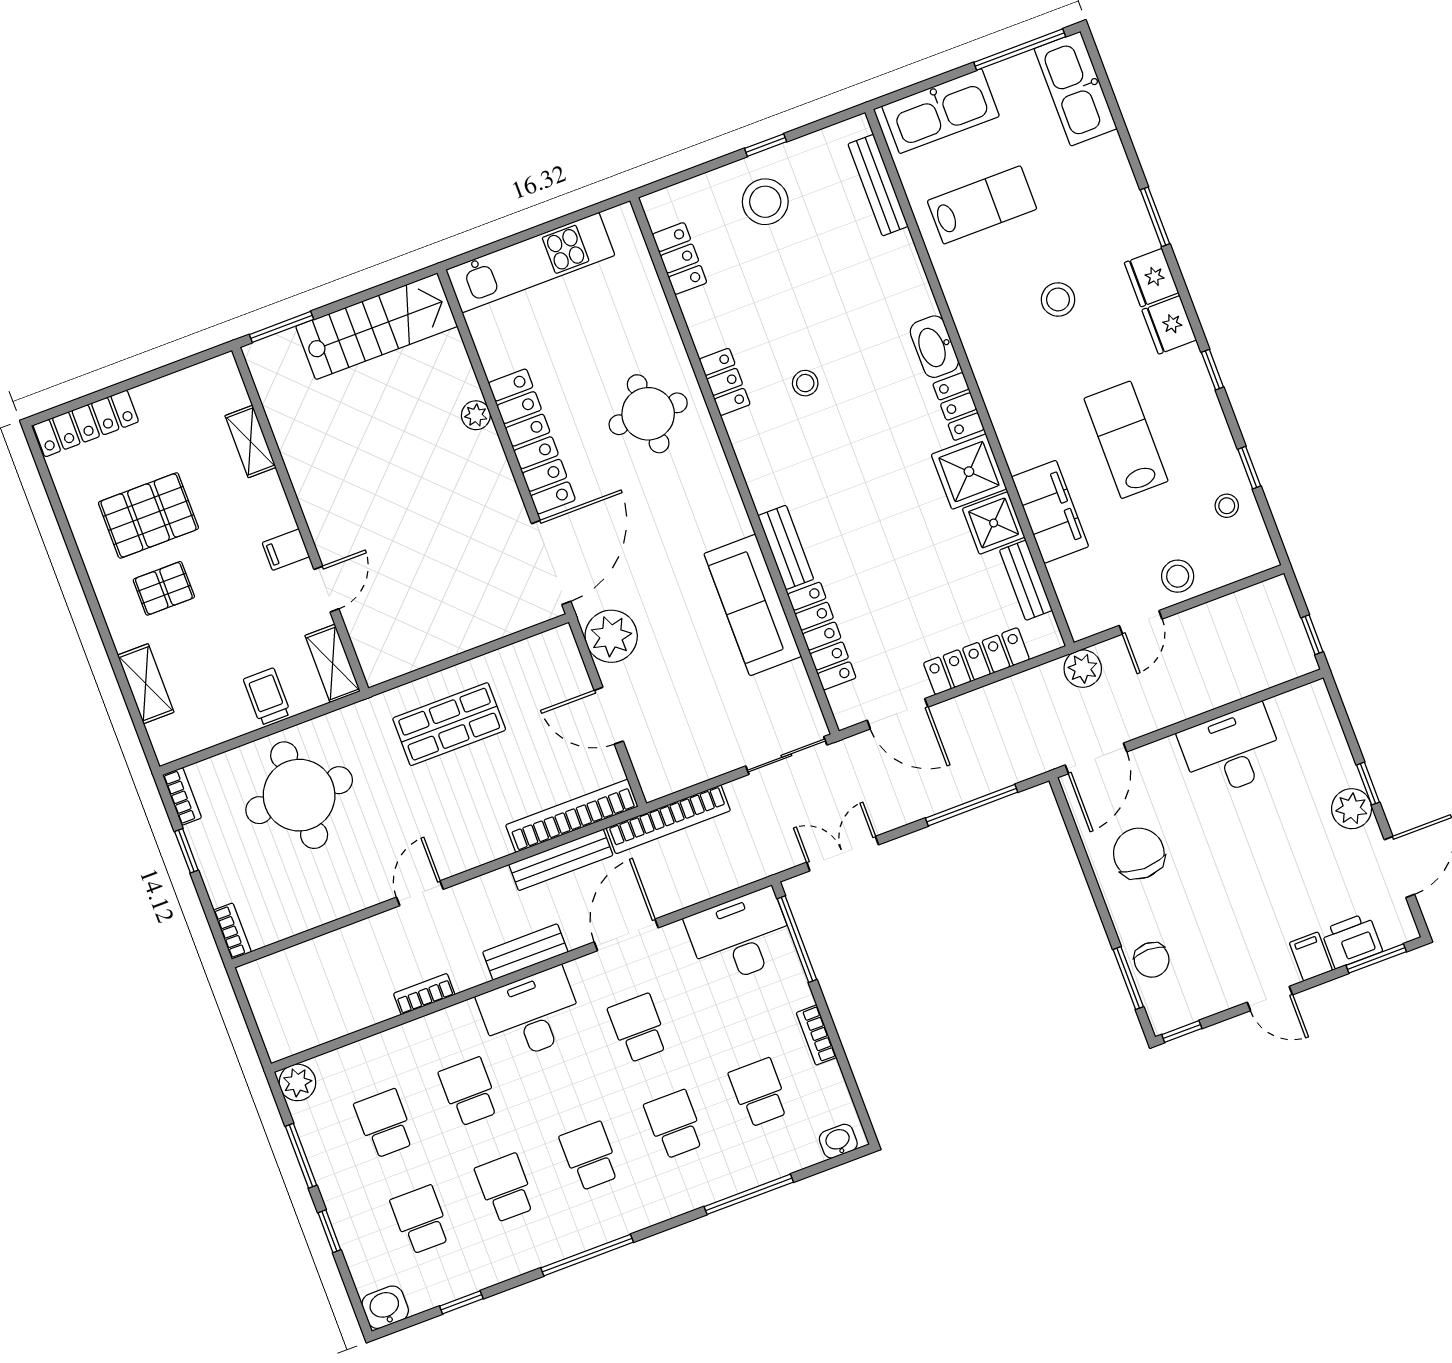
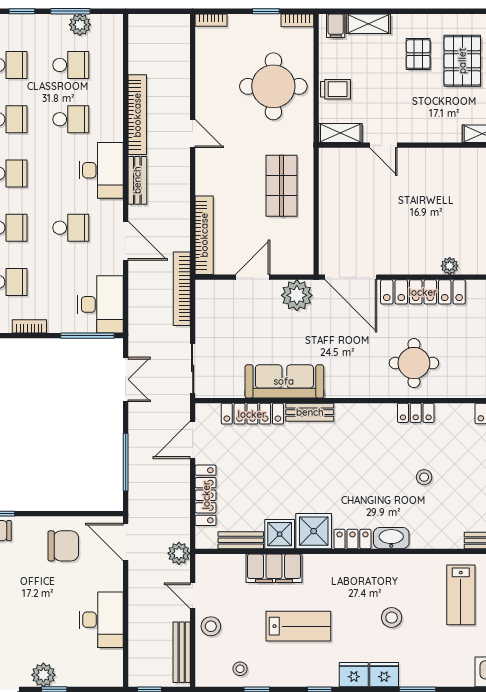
stool: (805, 383) -> (424, 477), moved
filing cabinet: (286, 550) -> (336, 26), moved, turned 180
bench: (561, 860) -> (182, 652), moved
bookcase: (424, 994) -> (137, 115), width x2.31, depth x1.31
plant: (297, 1082) -> (80, 25), moved

